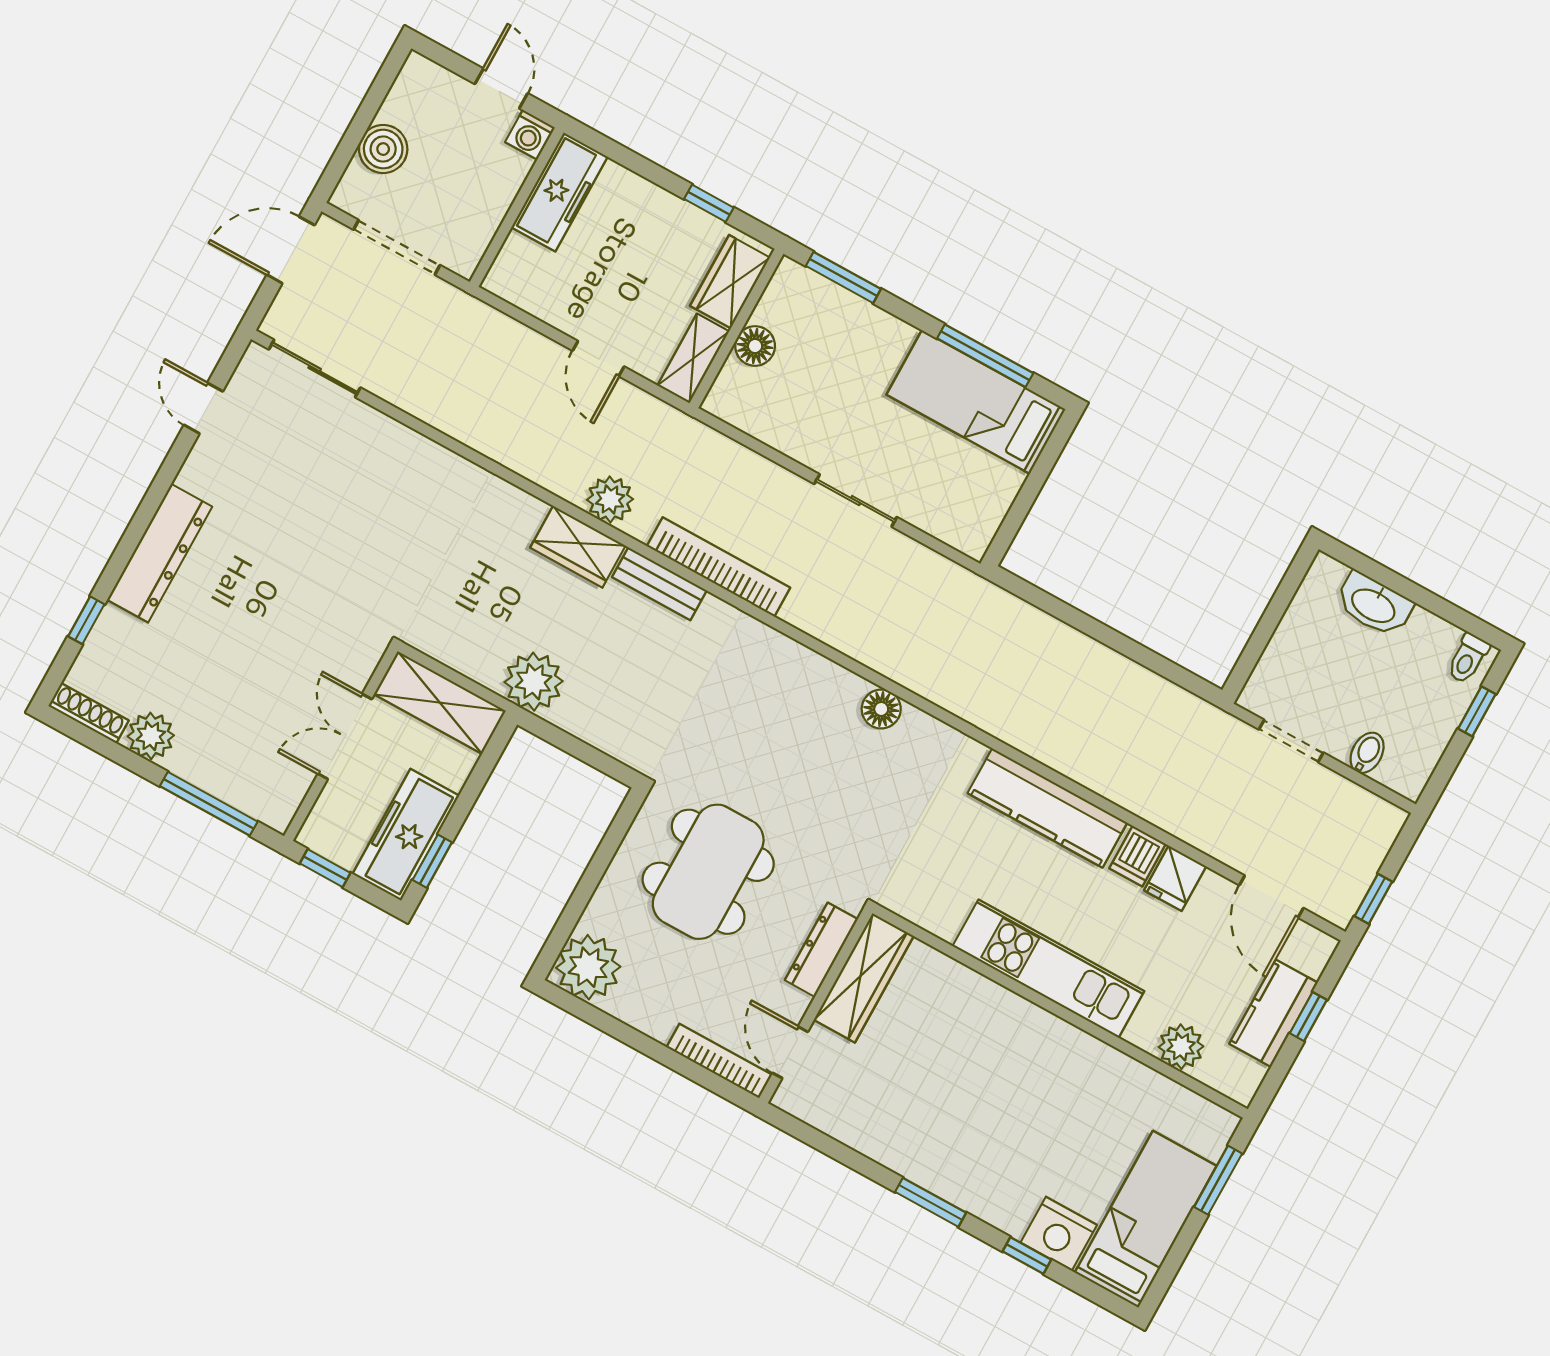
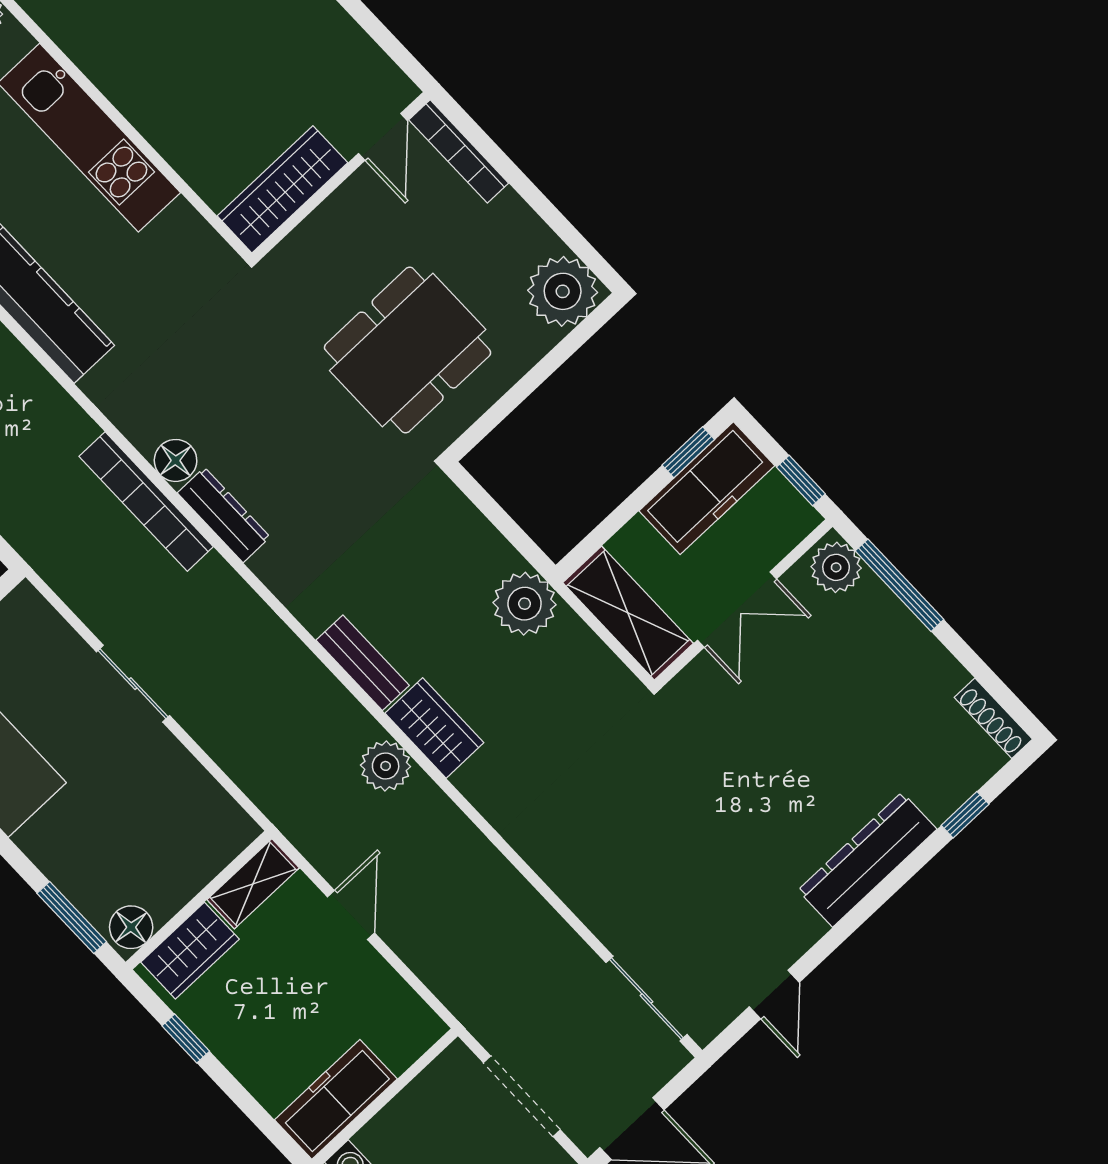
floor lamp: (755, 346) -> (131, 927), moved
bookcase: (718, 567) -> (146, 501), moved
plant: (151, 736) -> (836, 567), moved
dresser: (821, 950) -> (224, 515), moved, turned -90

